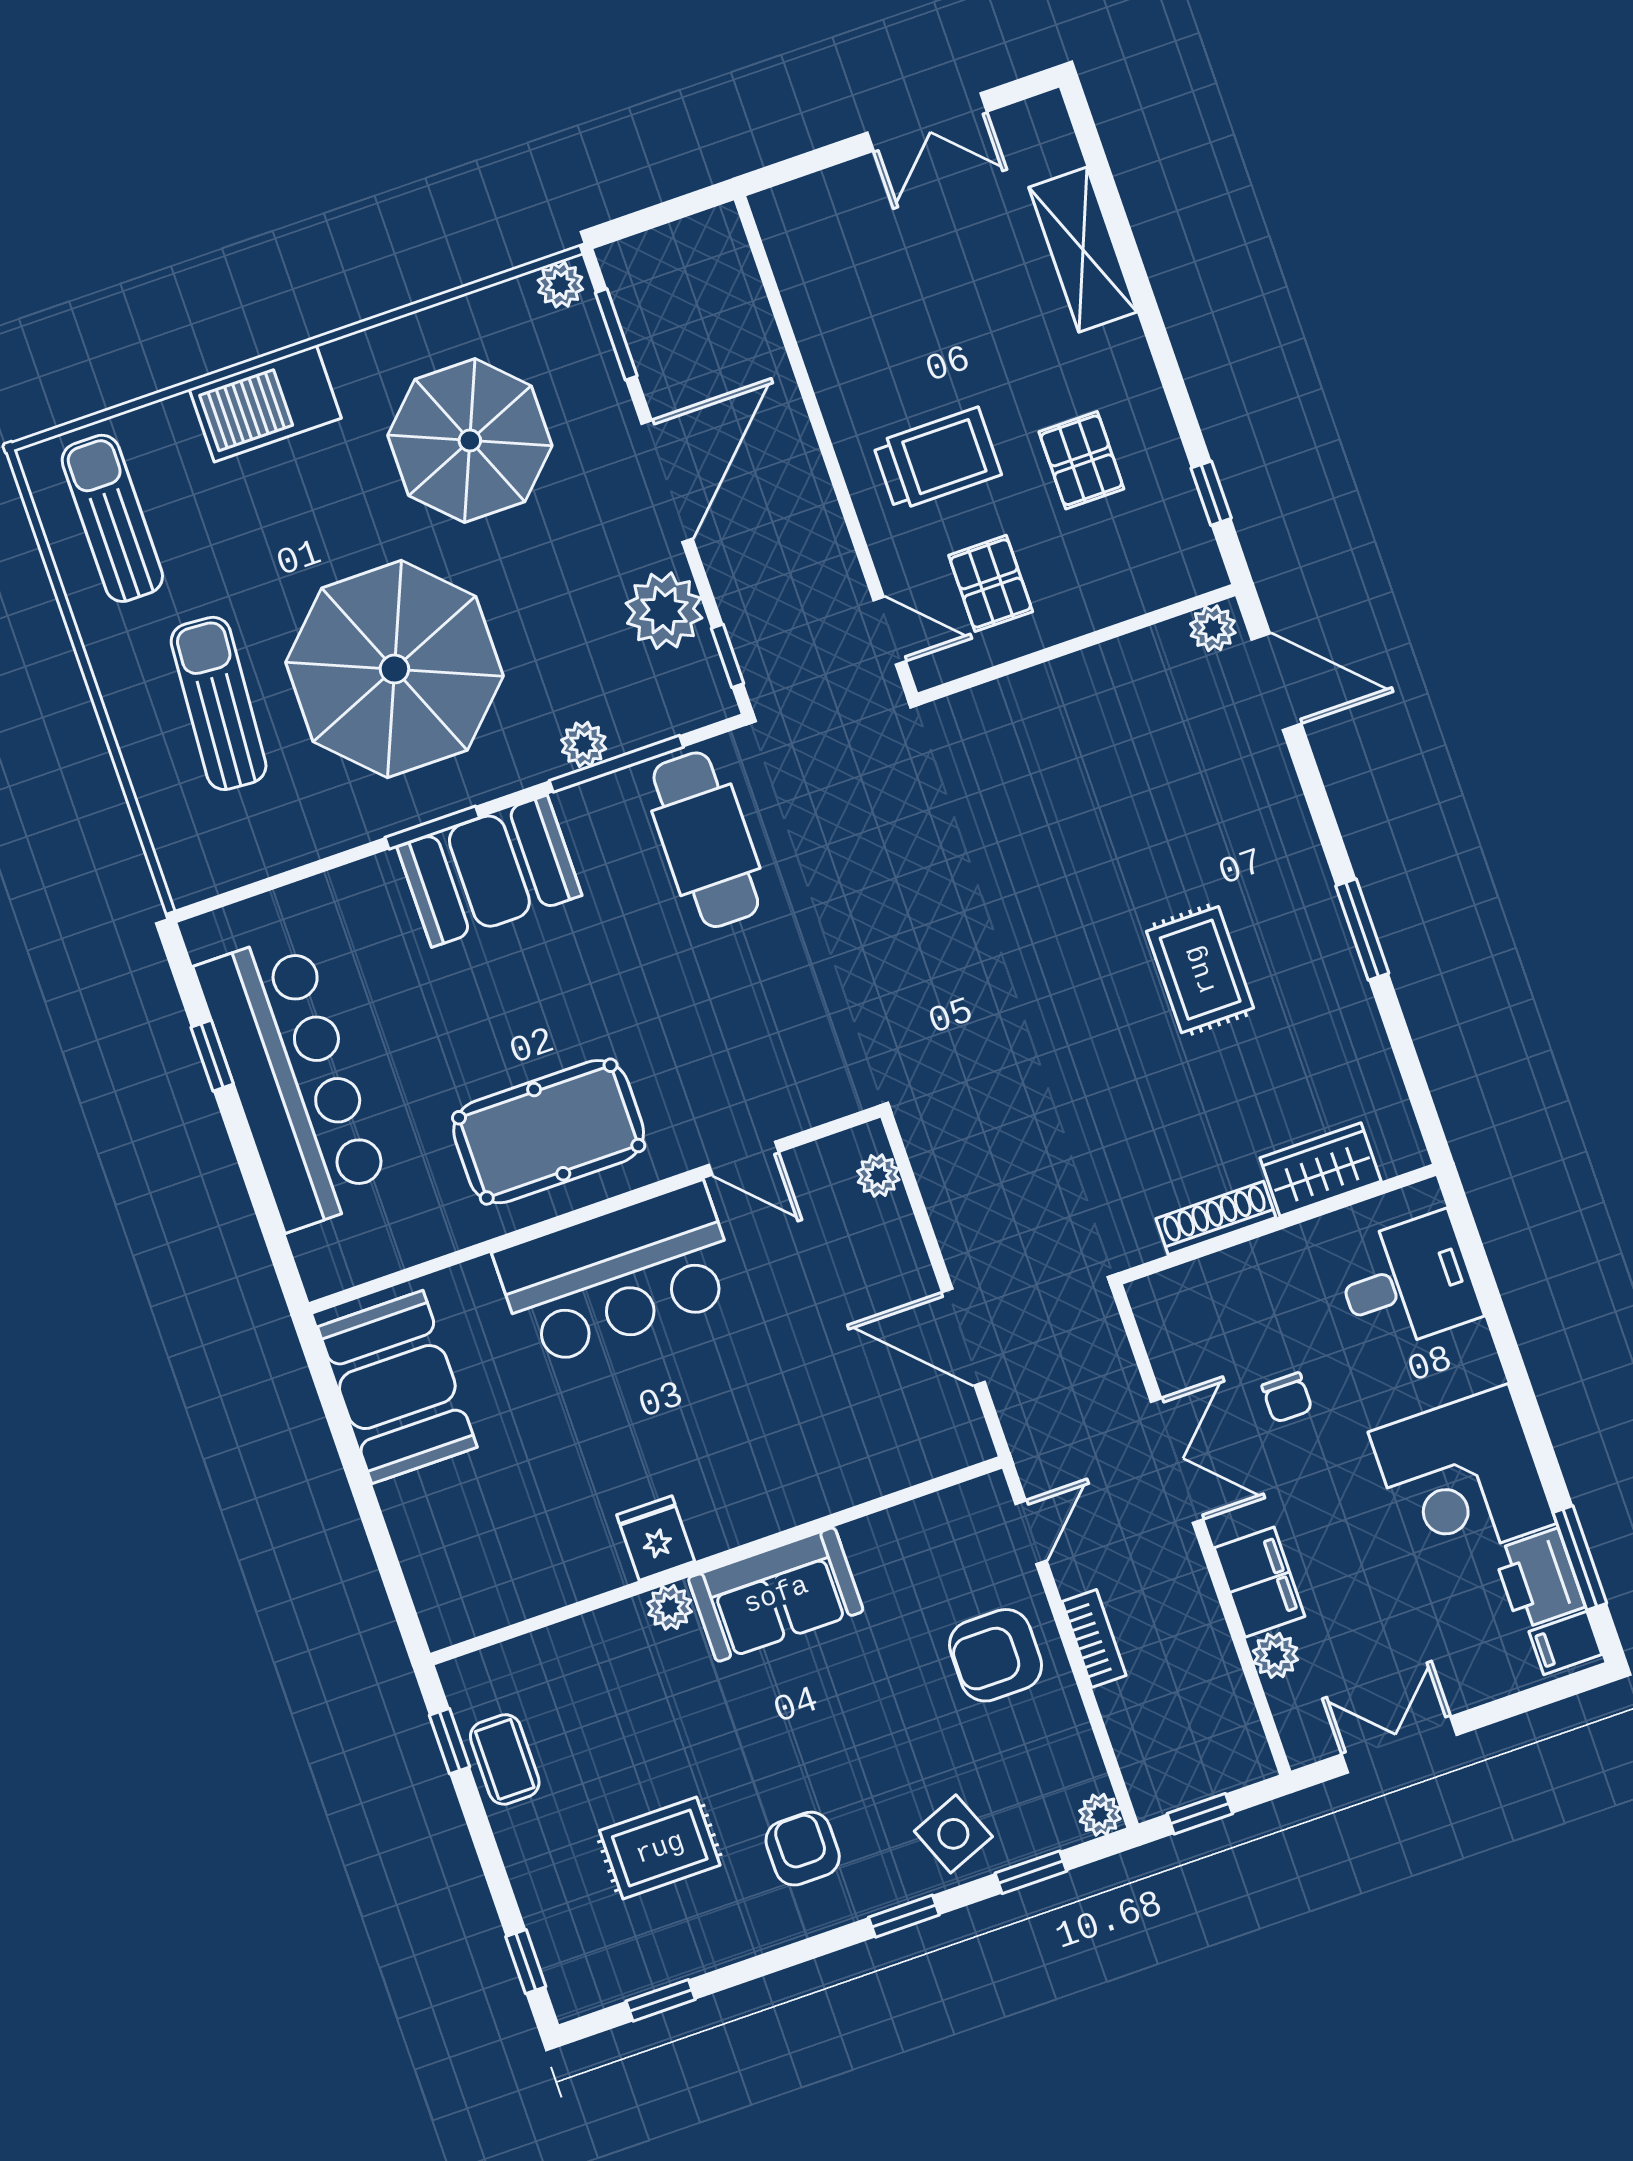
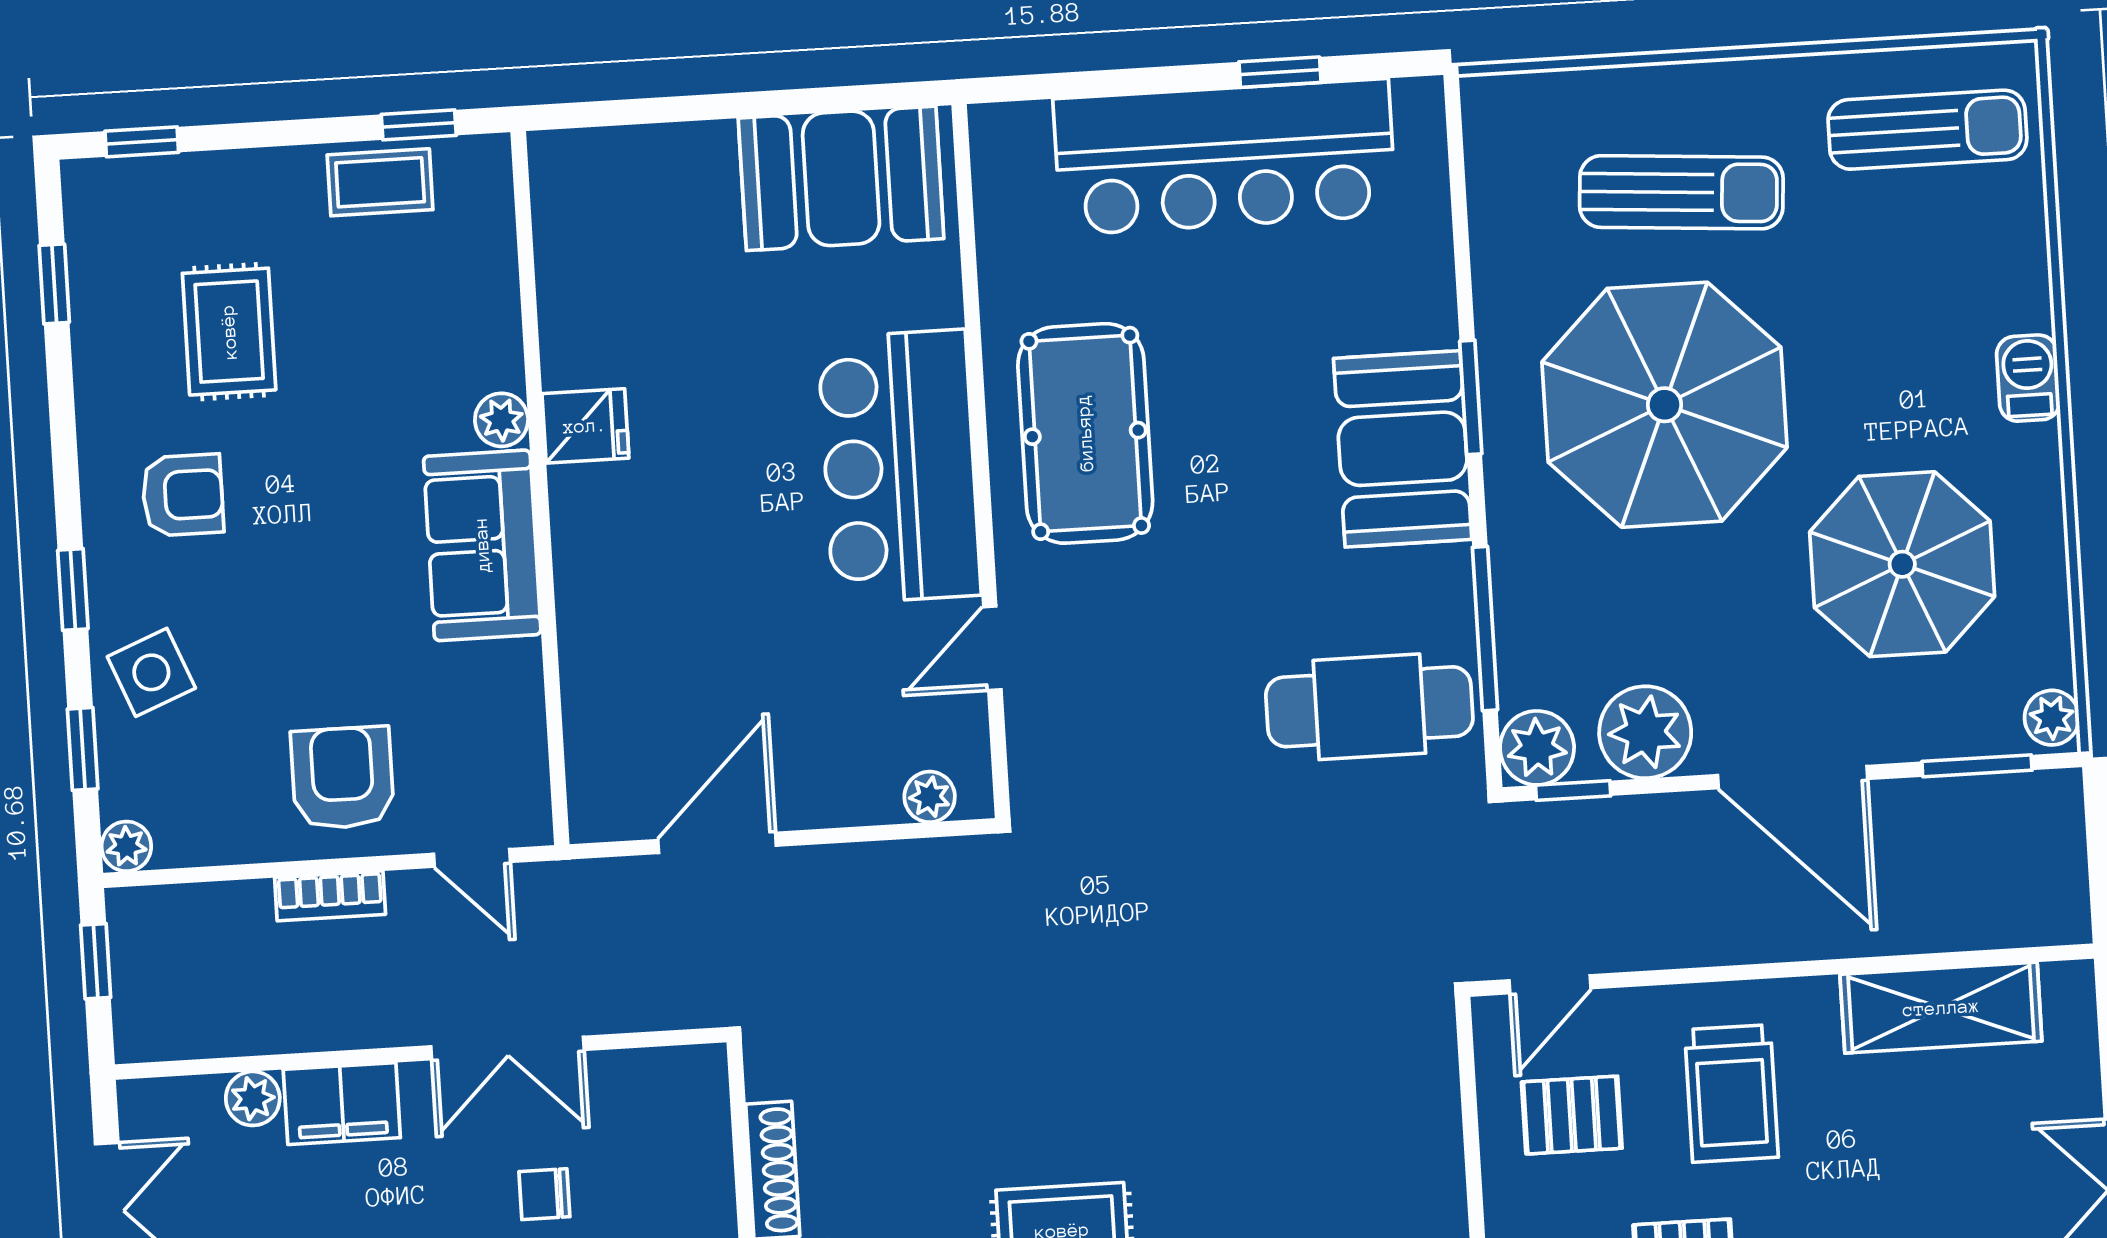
shelving: (820, 309) -> (1941, 1008), added
barbecue: (265, 404) -> (2028, 378), width x0.53, depth x0.65
plant: (584, 744) -> (1537, 748), moved, width x1.38, depth x1.38

